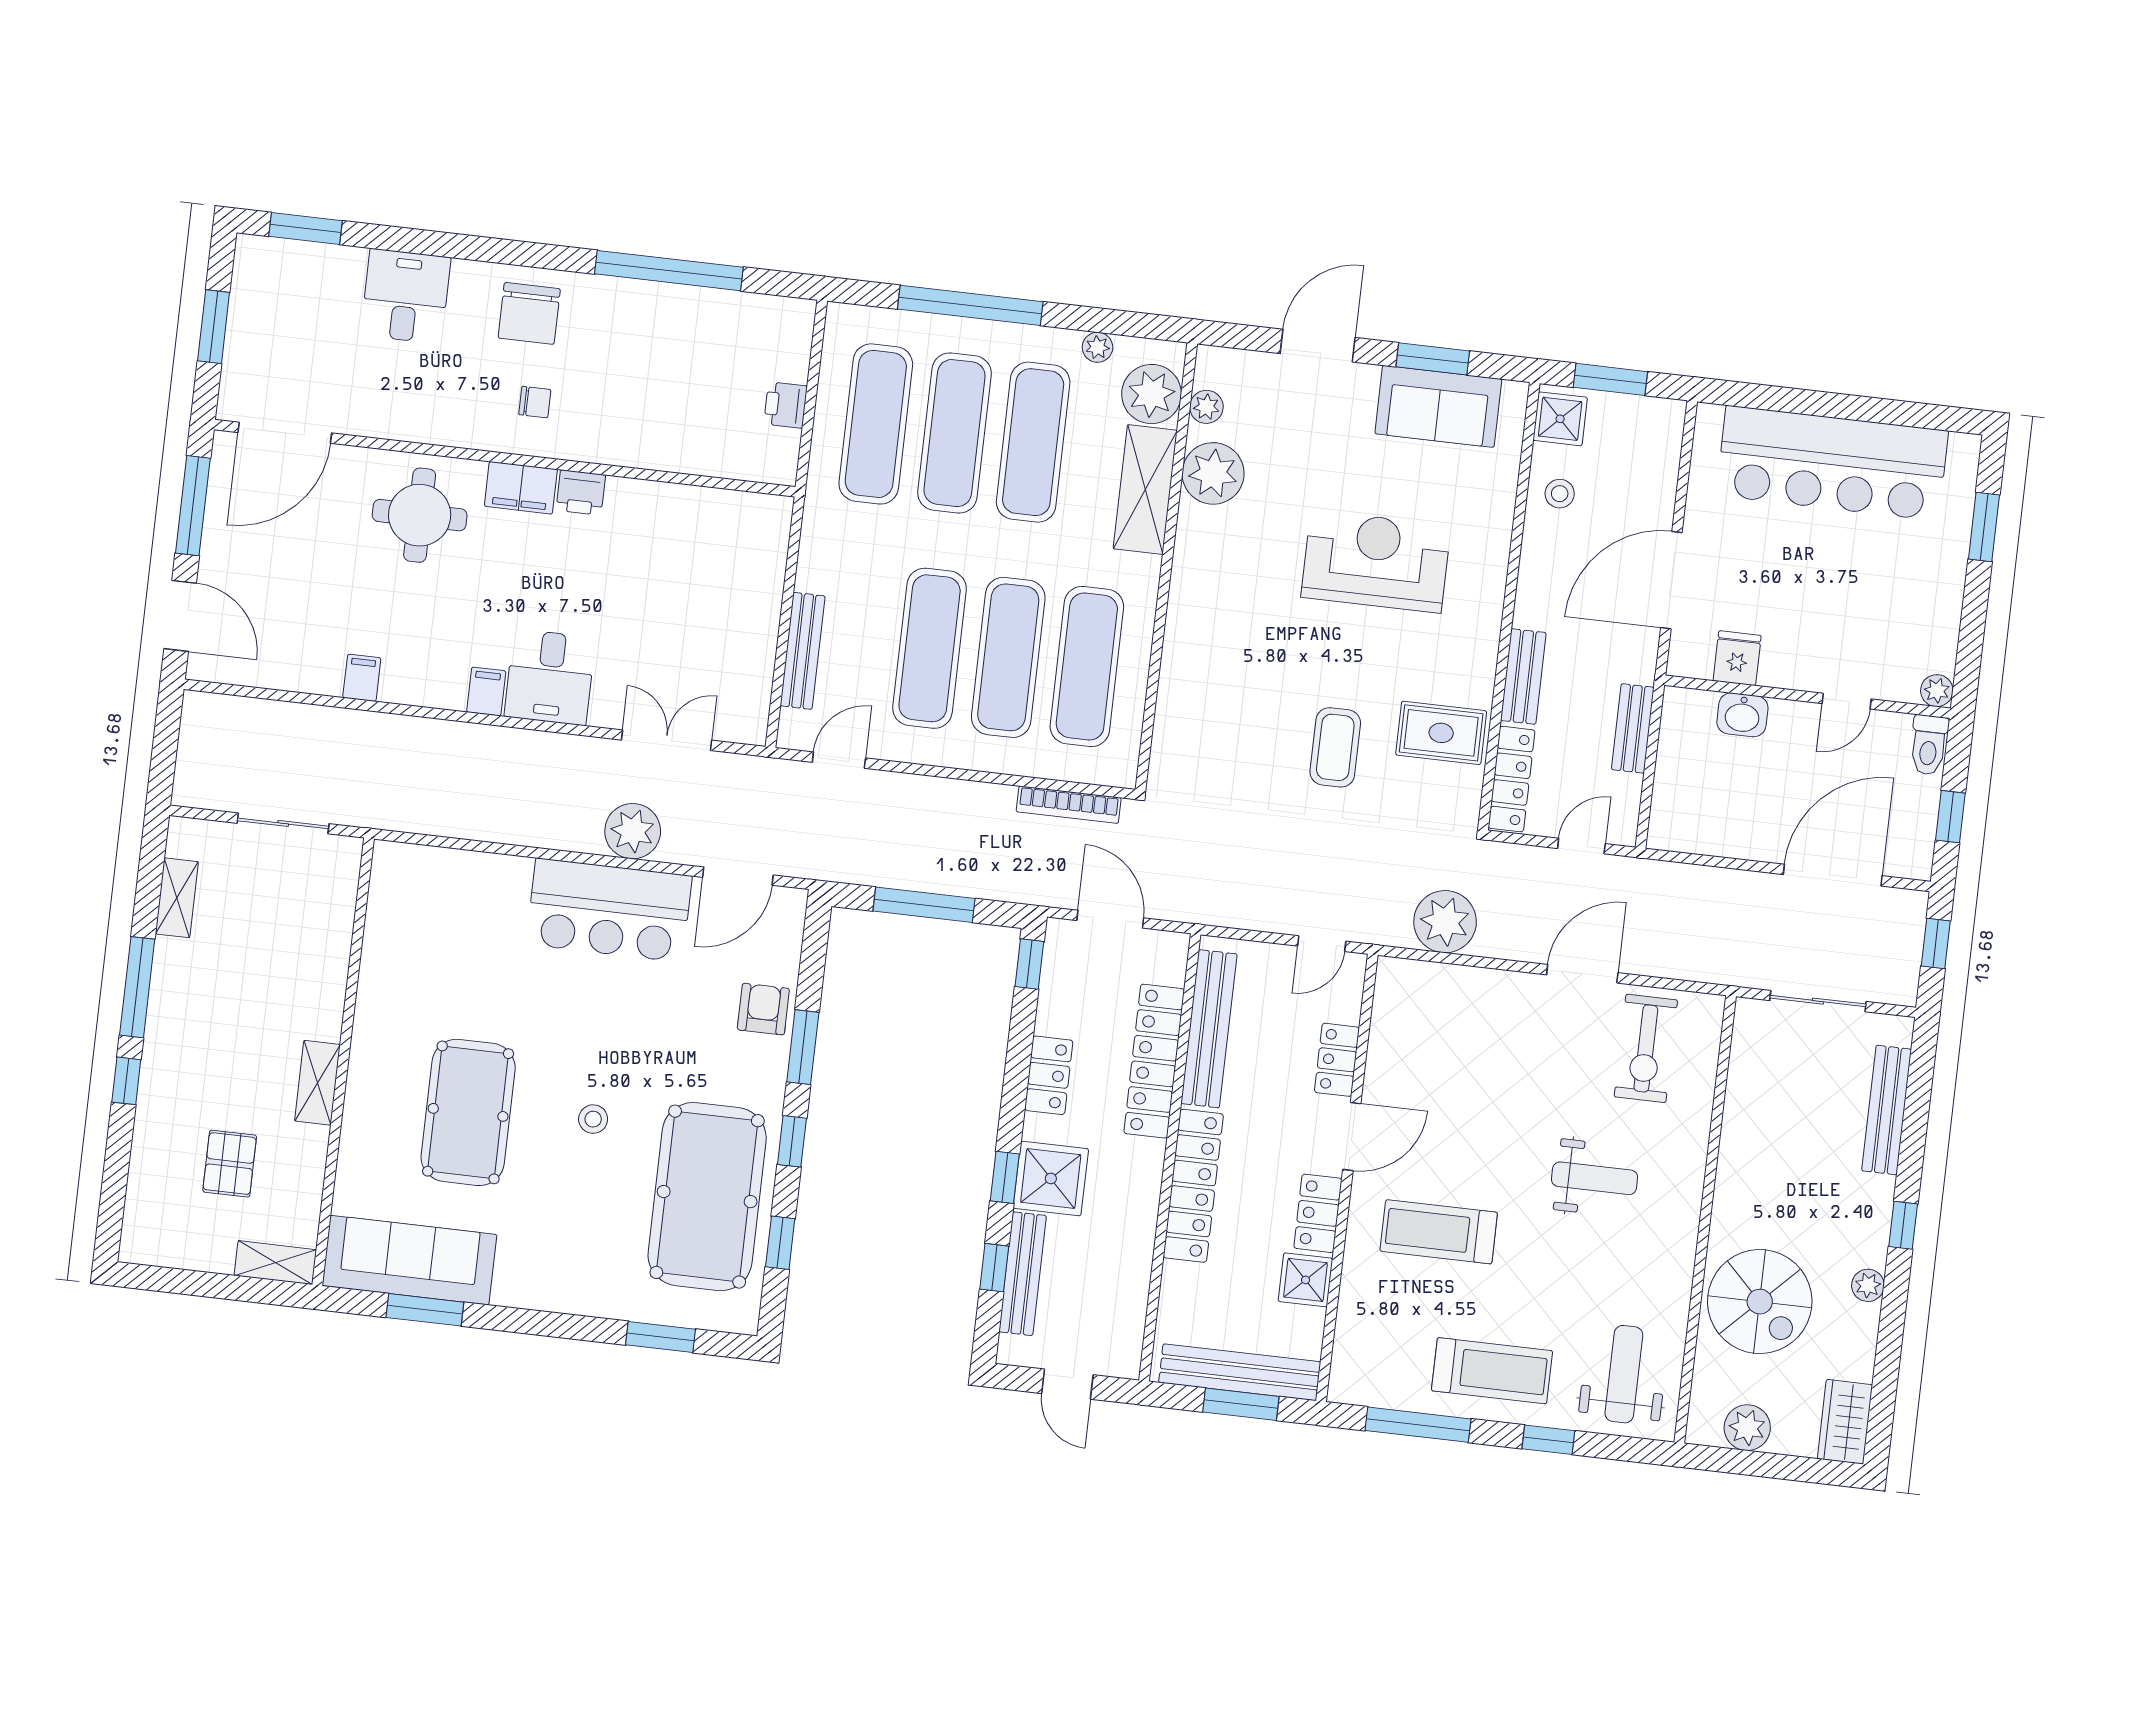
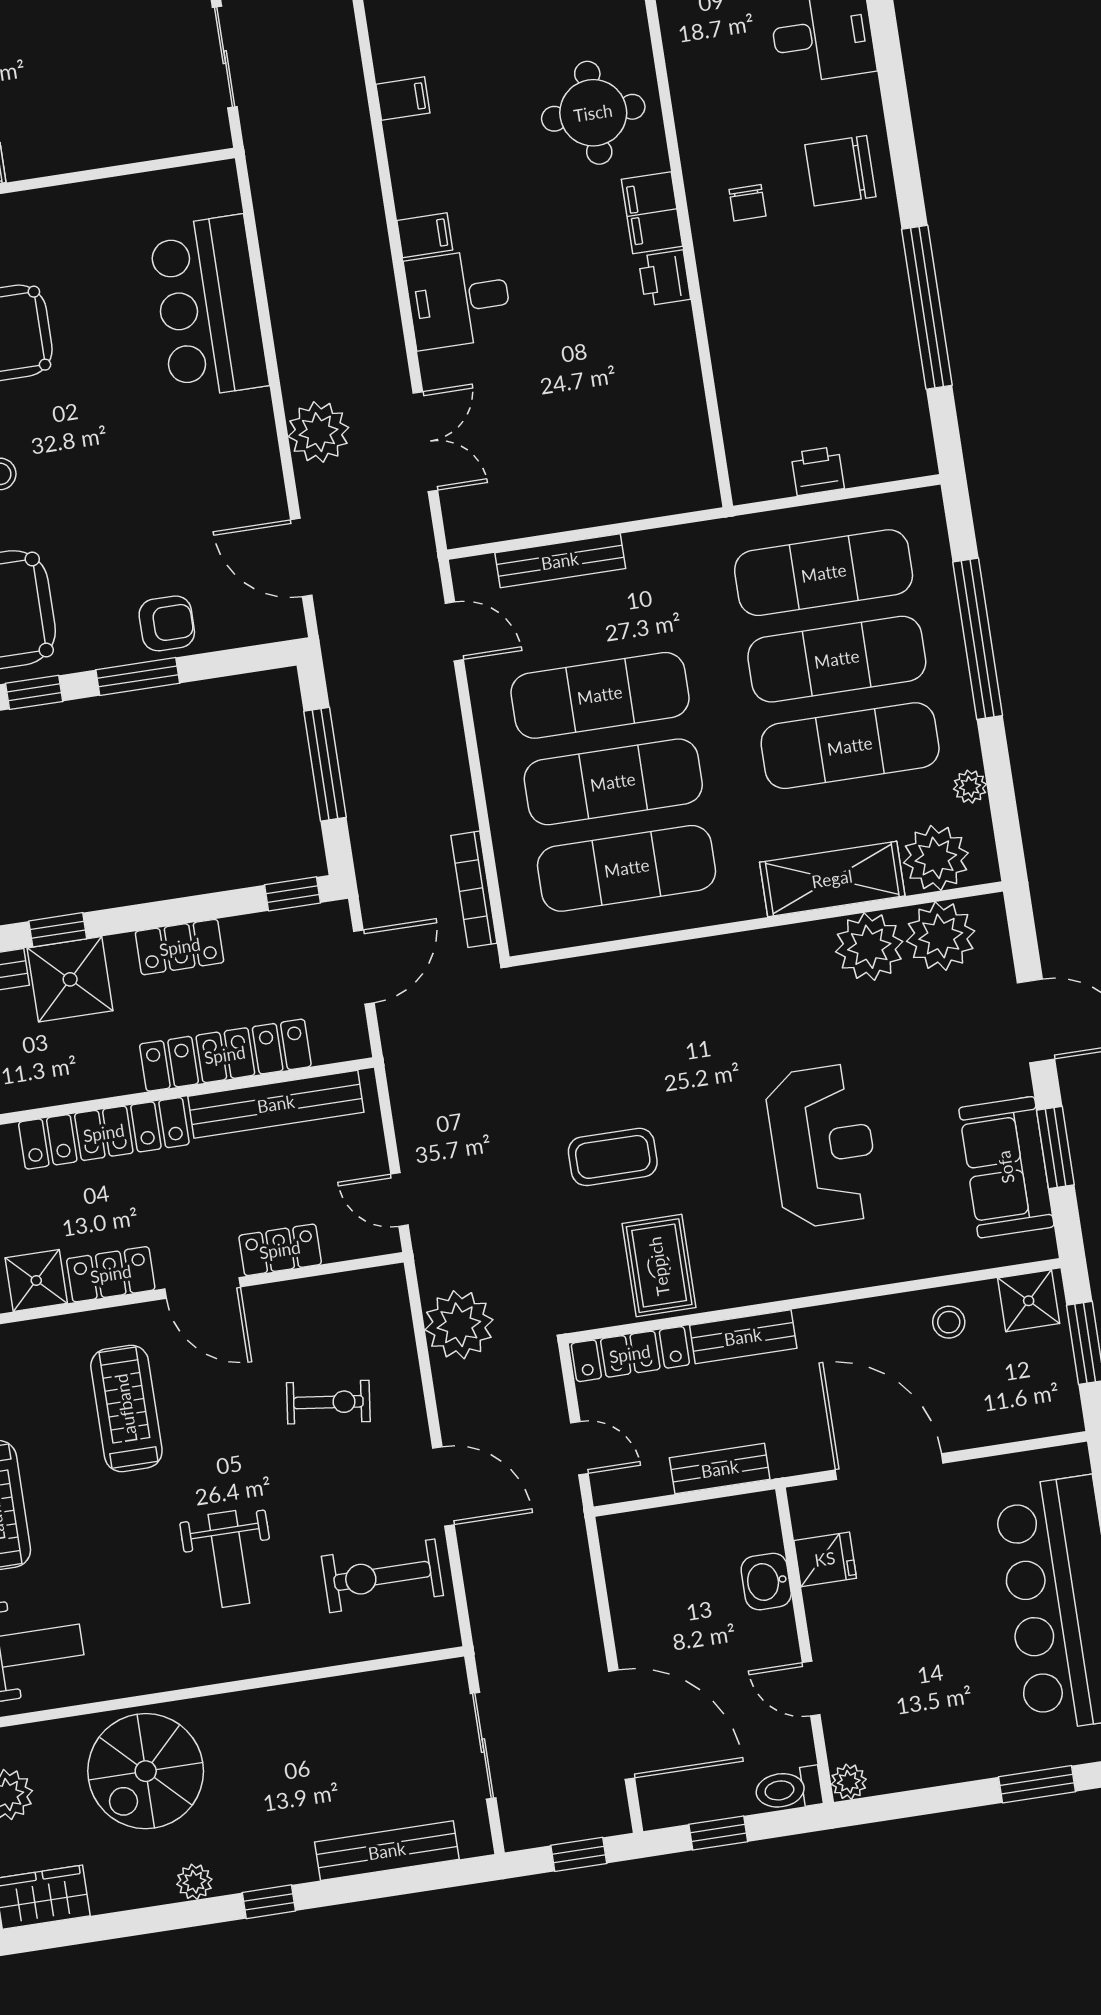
plant: (1206, 407) -> (941, 936), width x1.88, depth x1.88
bar counter: (609, 910) -> (209, 307), moved
exercise bike: (1481, 1054) -> (328, 1402), added

